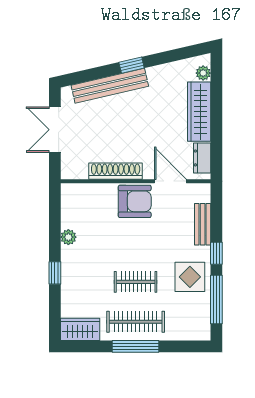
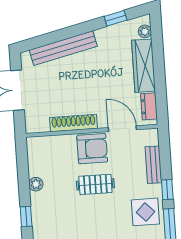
window: (132, 65) -> (116, 18), moved
clothes rail: (136, 282) -> (95, 184), moved

